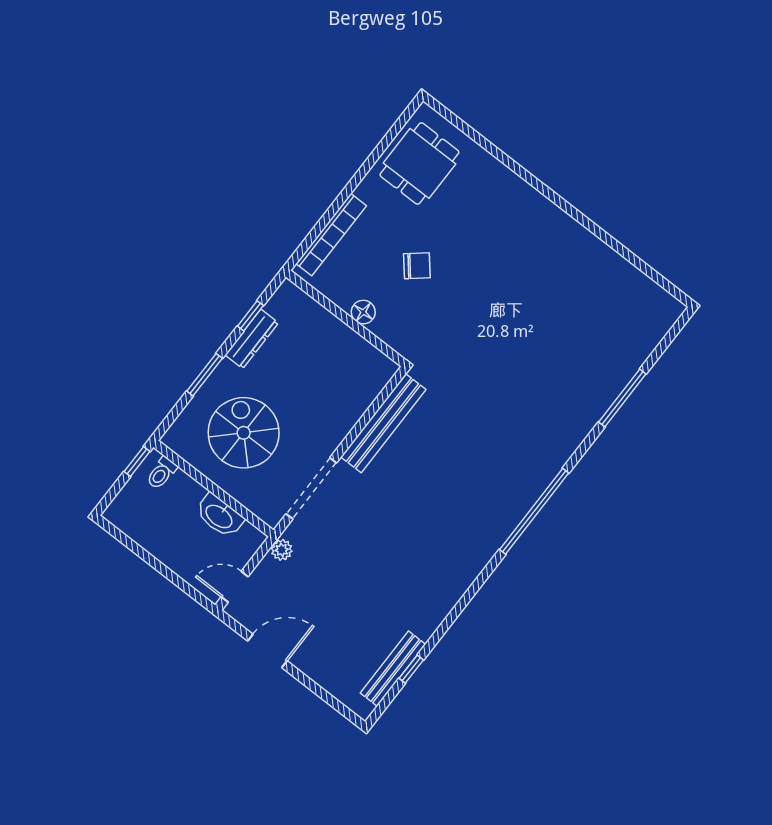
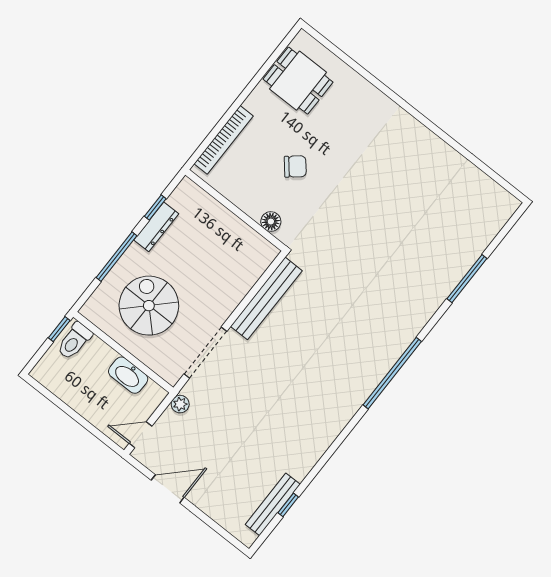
dining table: (419, 163) -> (298, 81), turned 90
floor lamp: (363, 312) -> (271, 222), moved
window: (205, 375) -> (116, 257), width x1.44
toilet: (162, 473) -> (74, 341), width x1.37, depth x1.39

